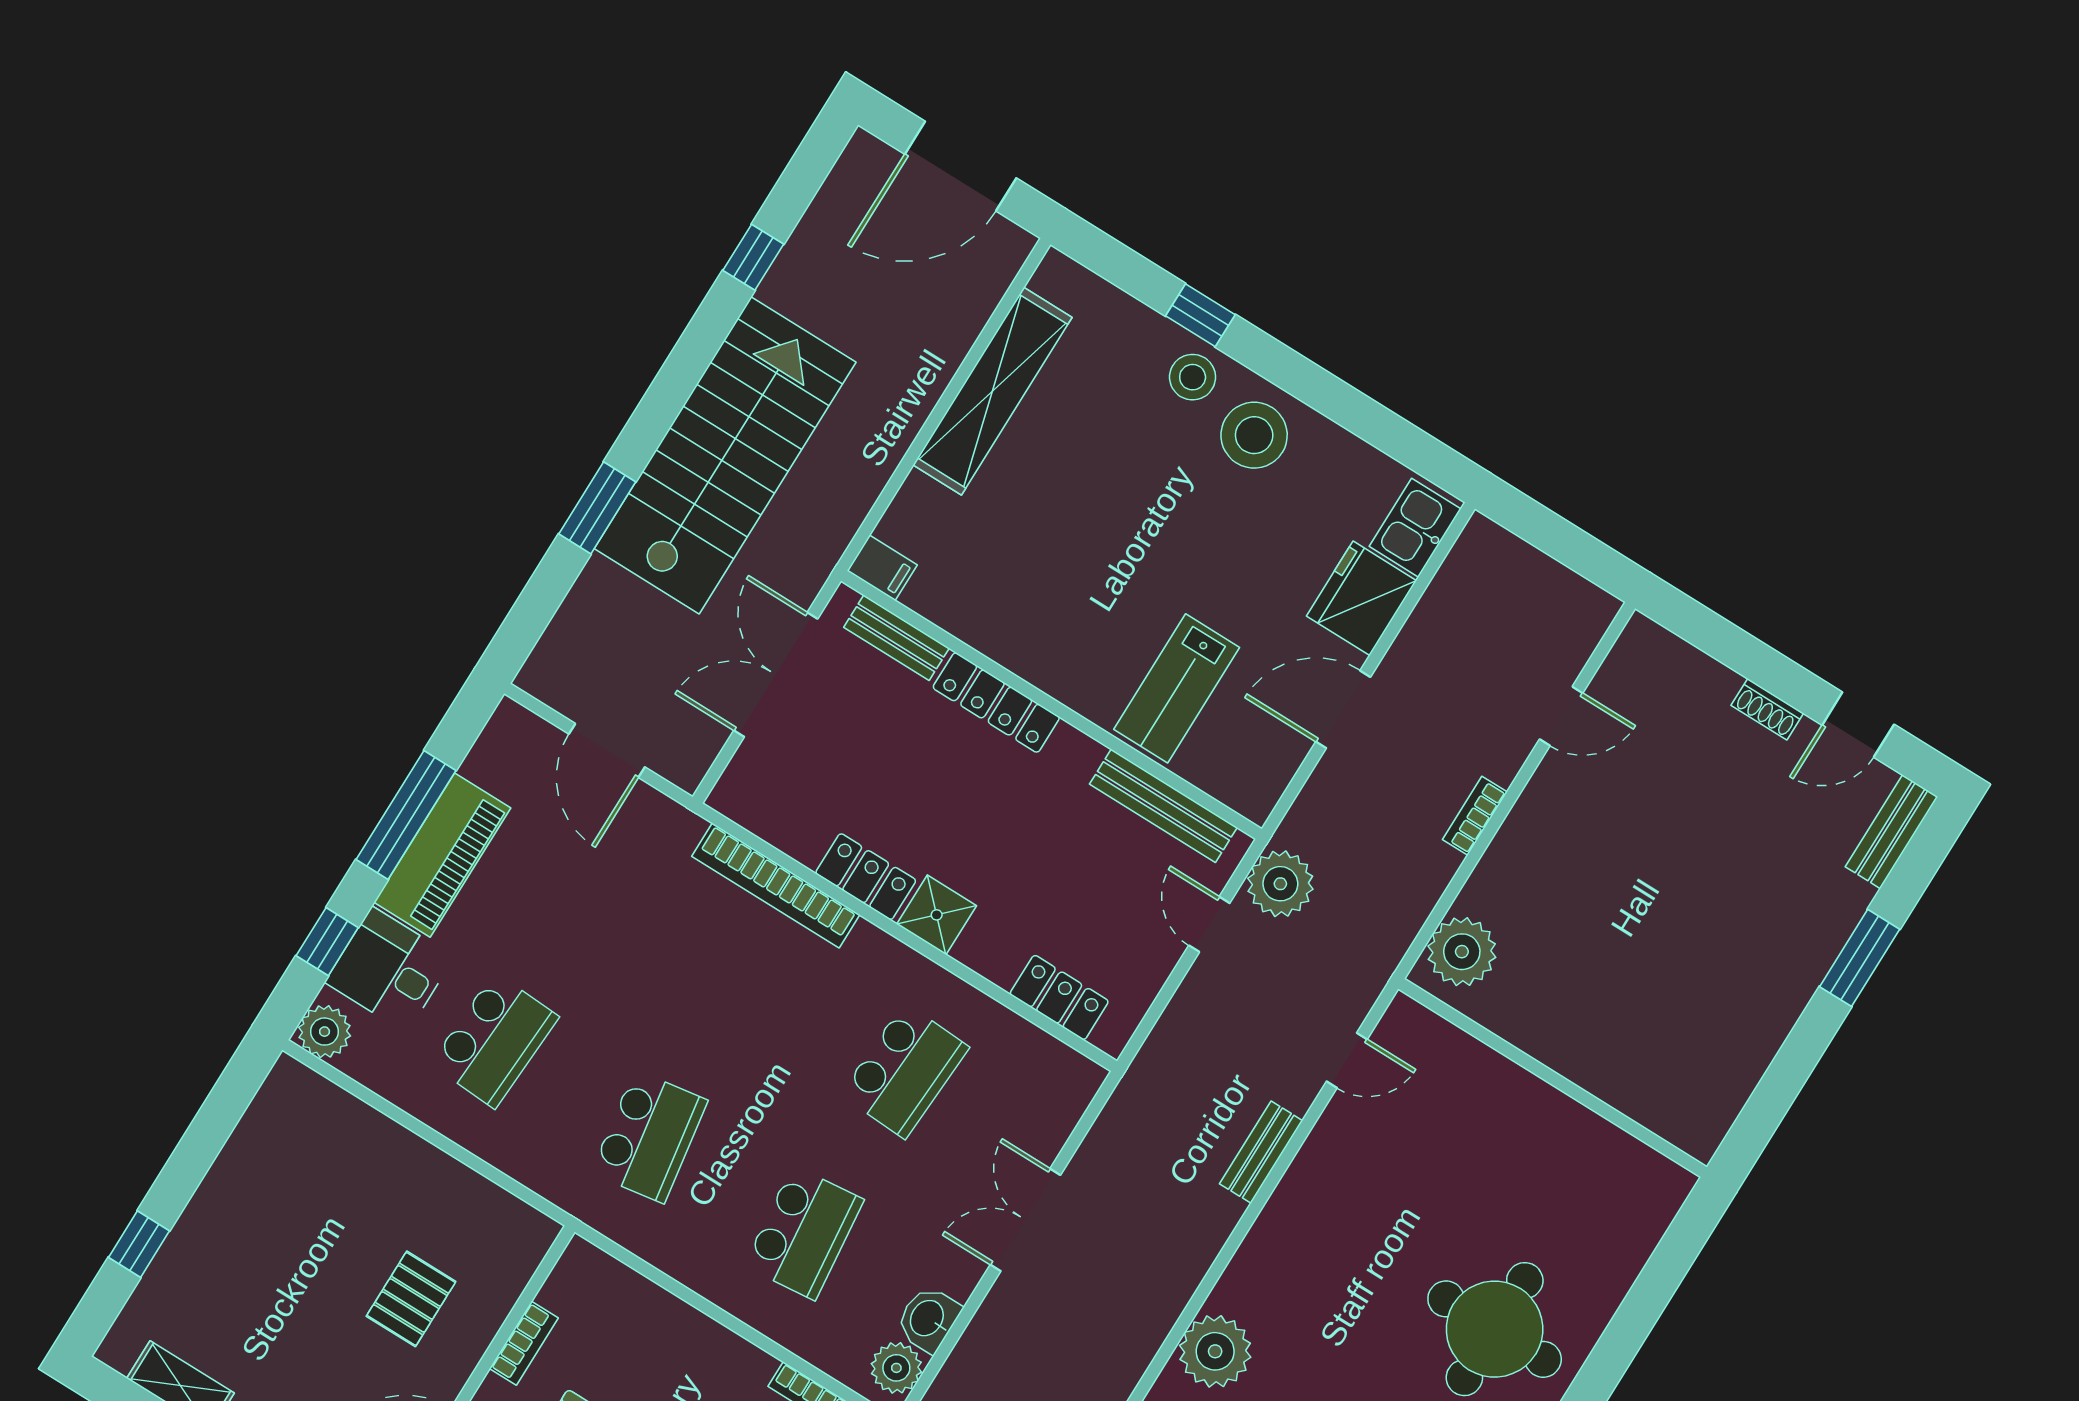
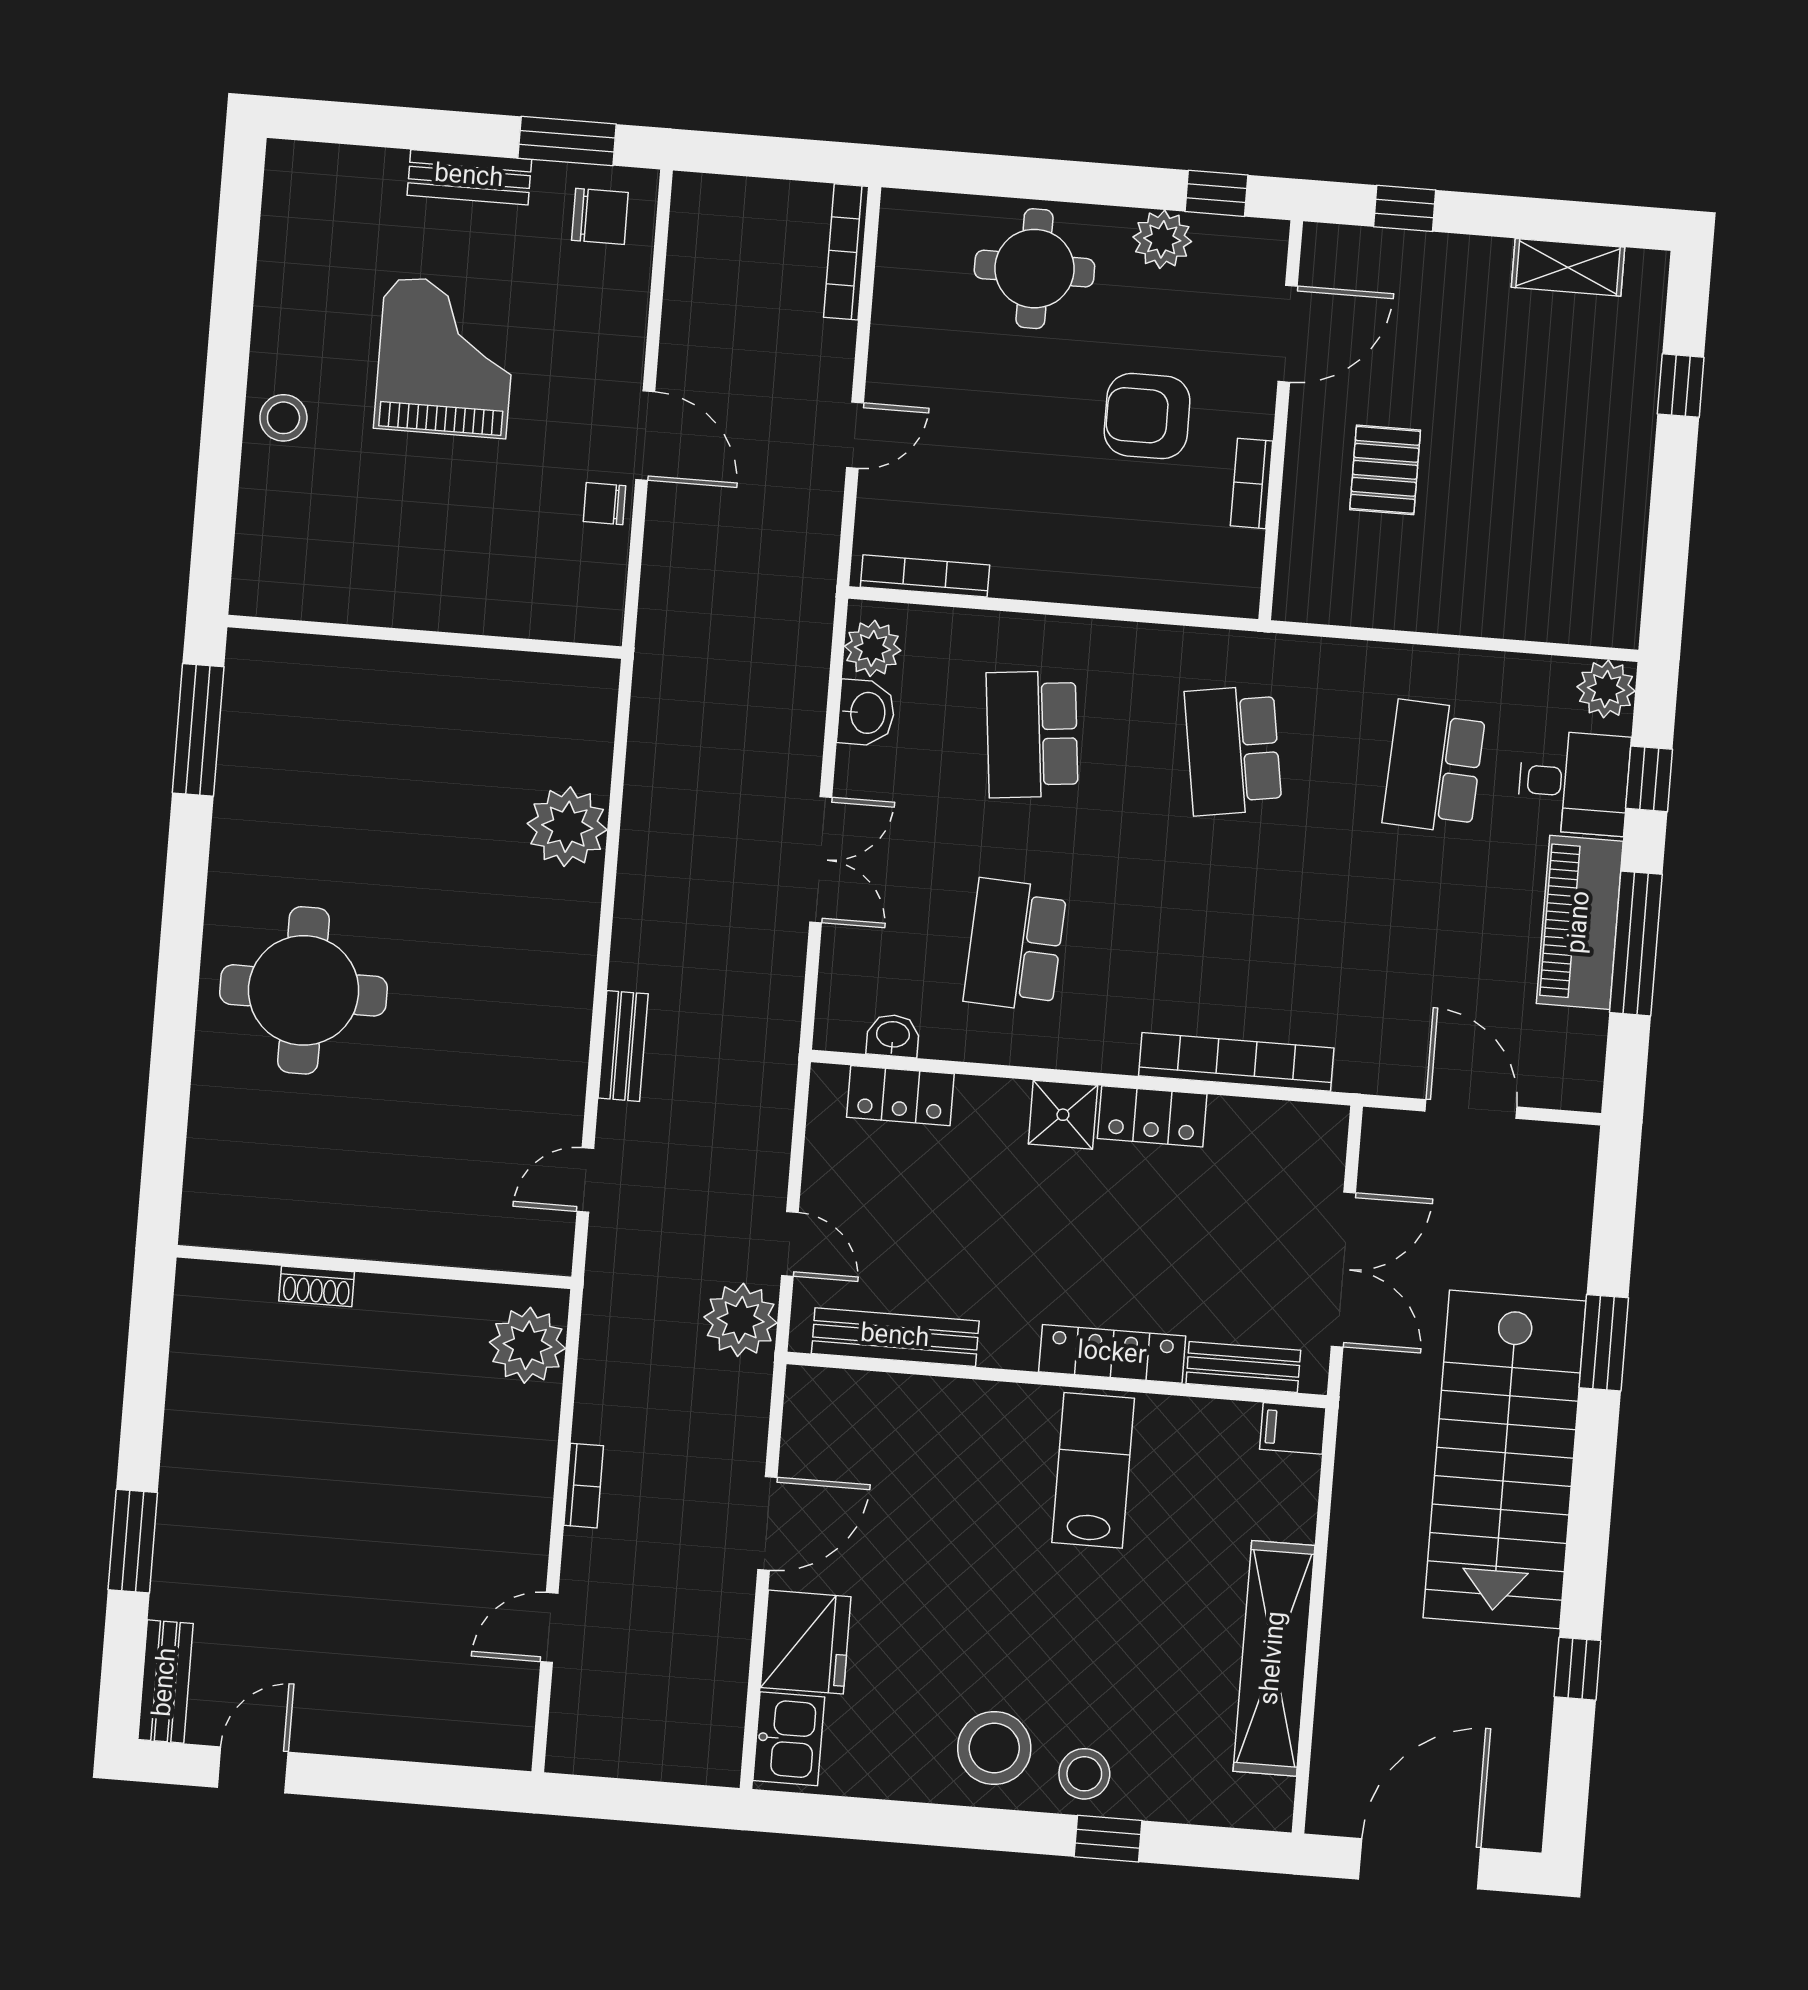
lab bench: (1177, 688) -> (1093, 1470), moved
shoe rack: (1767, 709) -> (317, 1286), moved, turned 180
washbasin: (1040, 1049) -> (893, 1036), added

